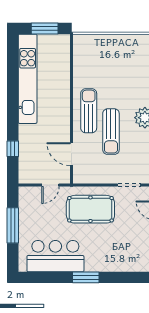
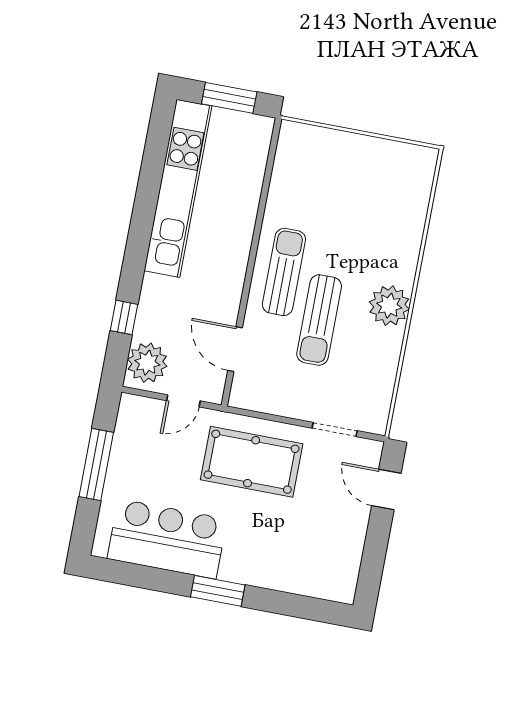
plant: (29, 169) -> (147, 363), added

